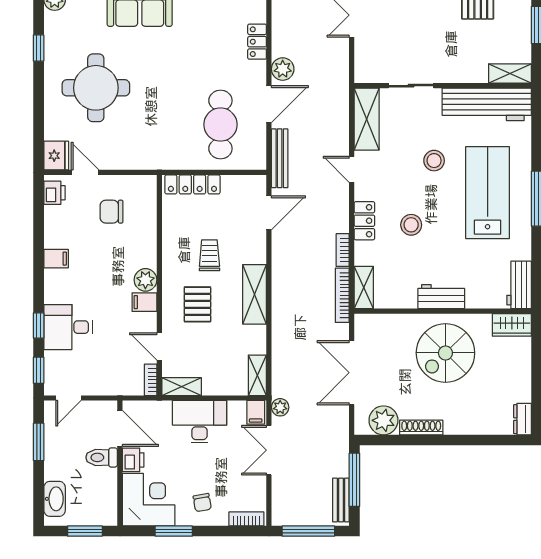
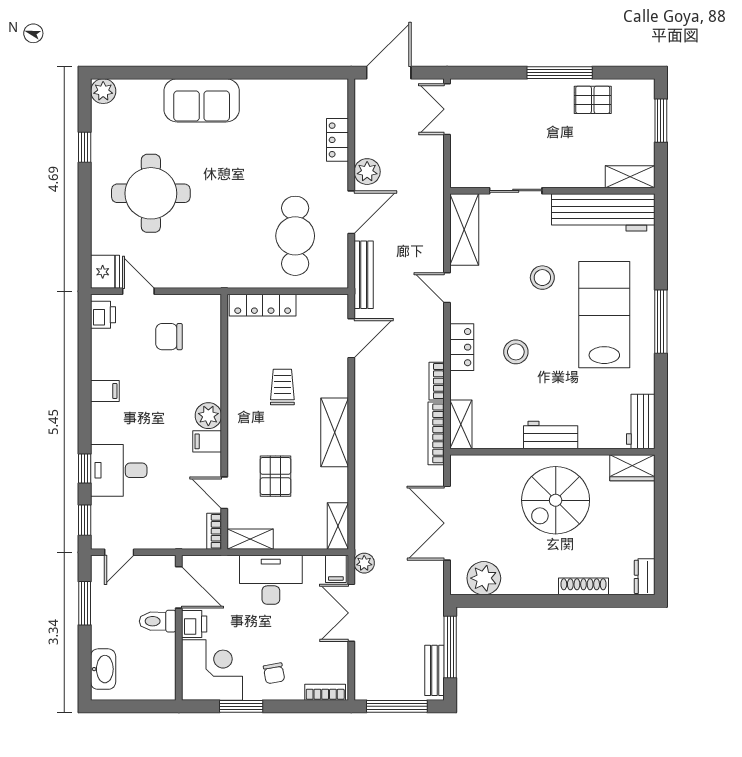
pallet: (197, 304) -> (276, 476), moved
shoe rack: (421, 428) -> (583, 586), moved
window: (85, 531) -> (138, 706), removed

